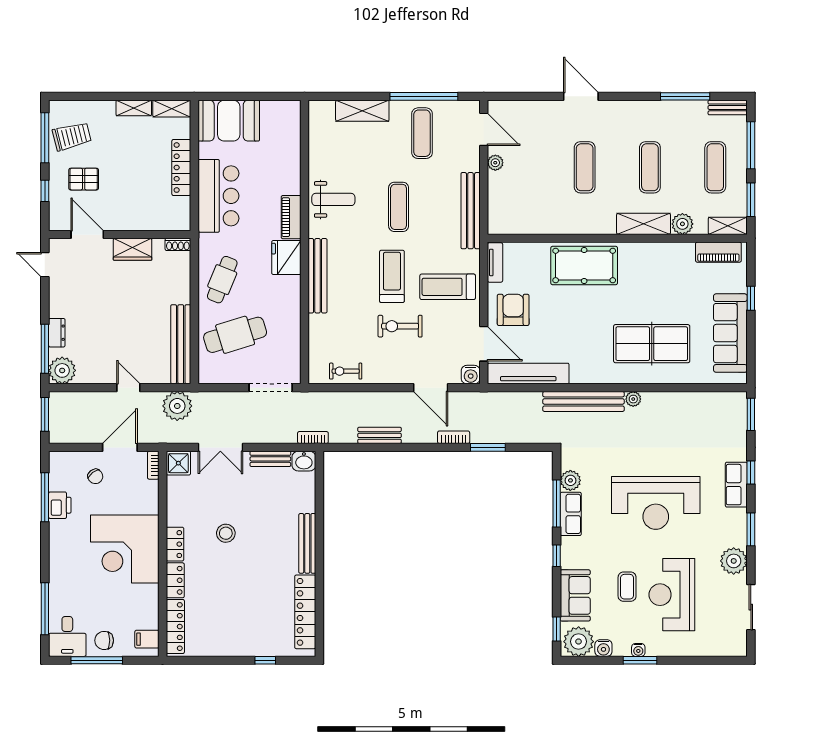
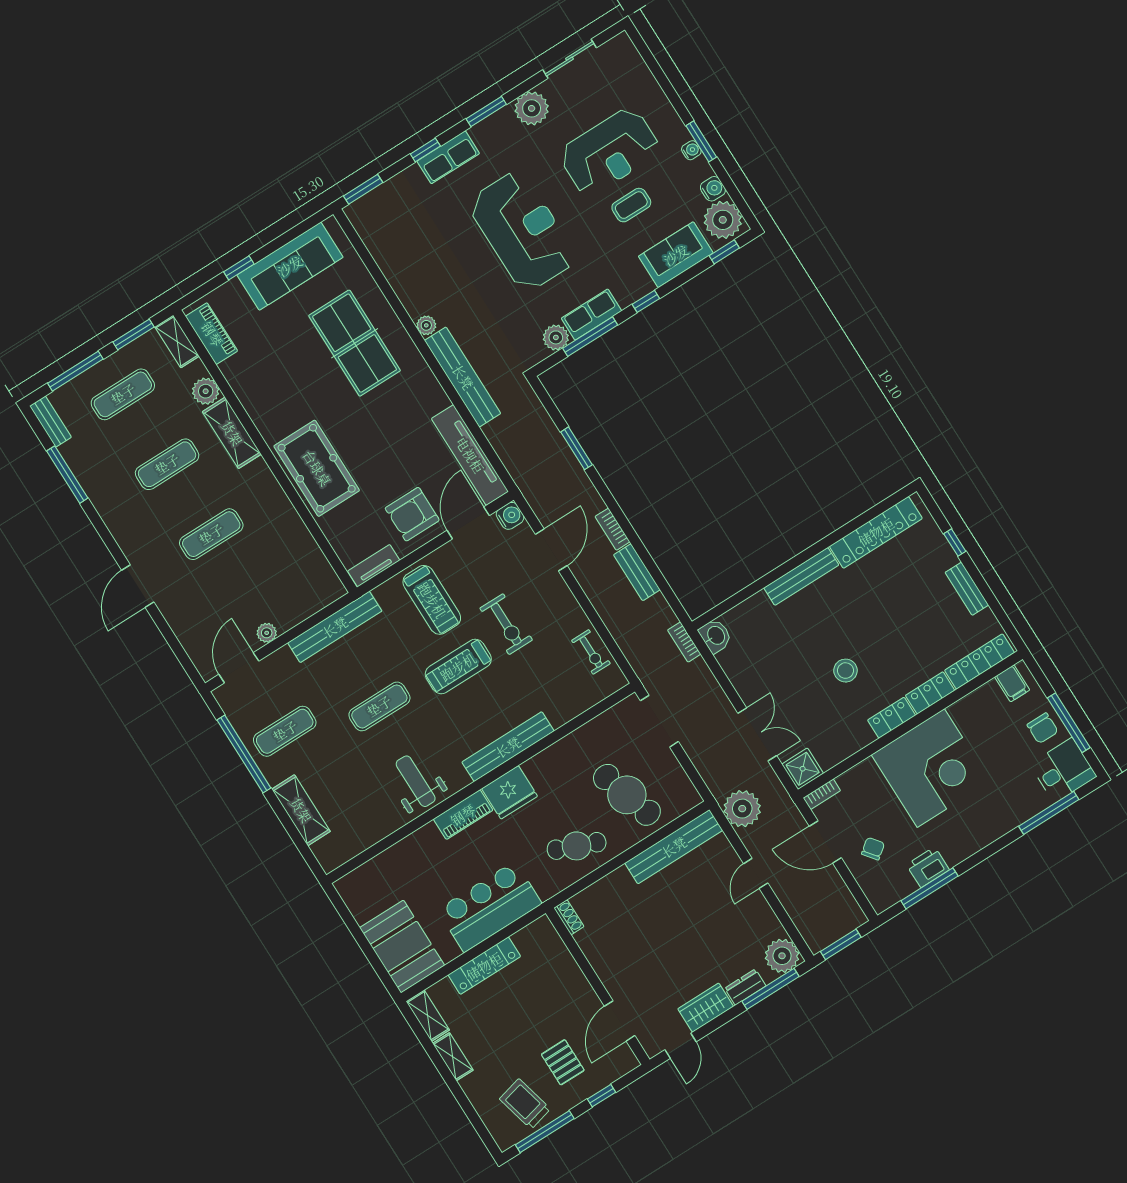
wardrobe: (133, 249) -> (706, 1008), moved, turned -90
bookcase: (454, 437) -> (612, 529), moved
bench: (270, 459) -> (967, 589), moved

